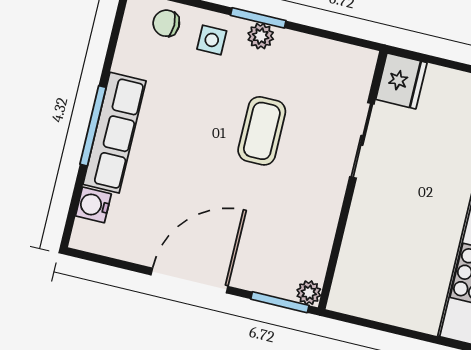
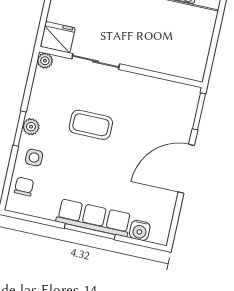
chair: (166, 23) -> (24, 186), turned 180
door: (189, 281) -> (186, 169), hinge flipped
plant: (309, 293) -> (45, 61), moved

